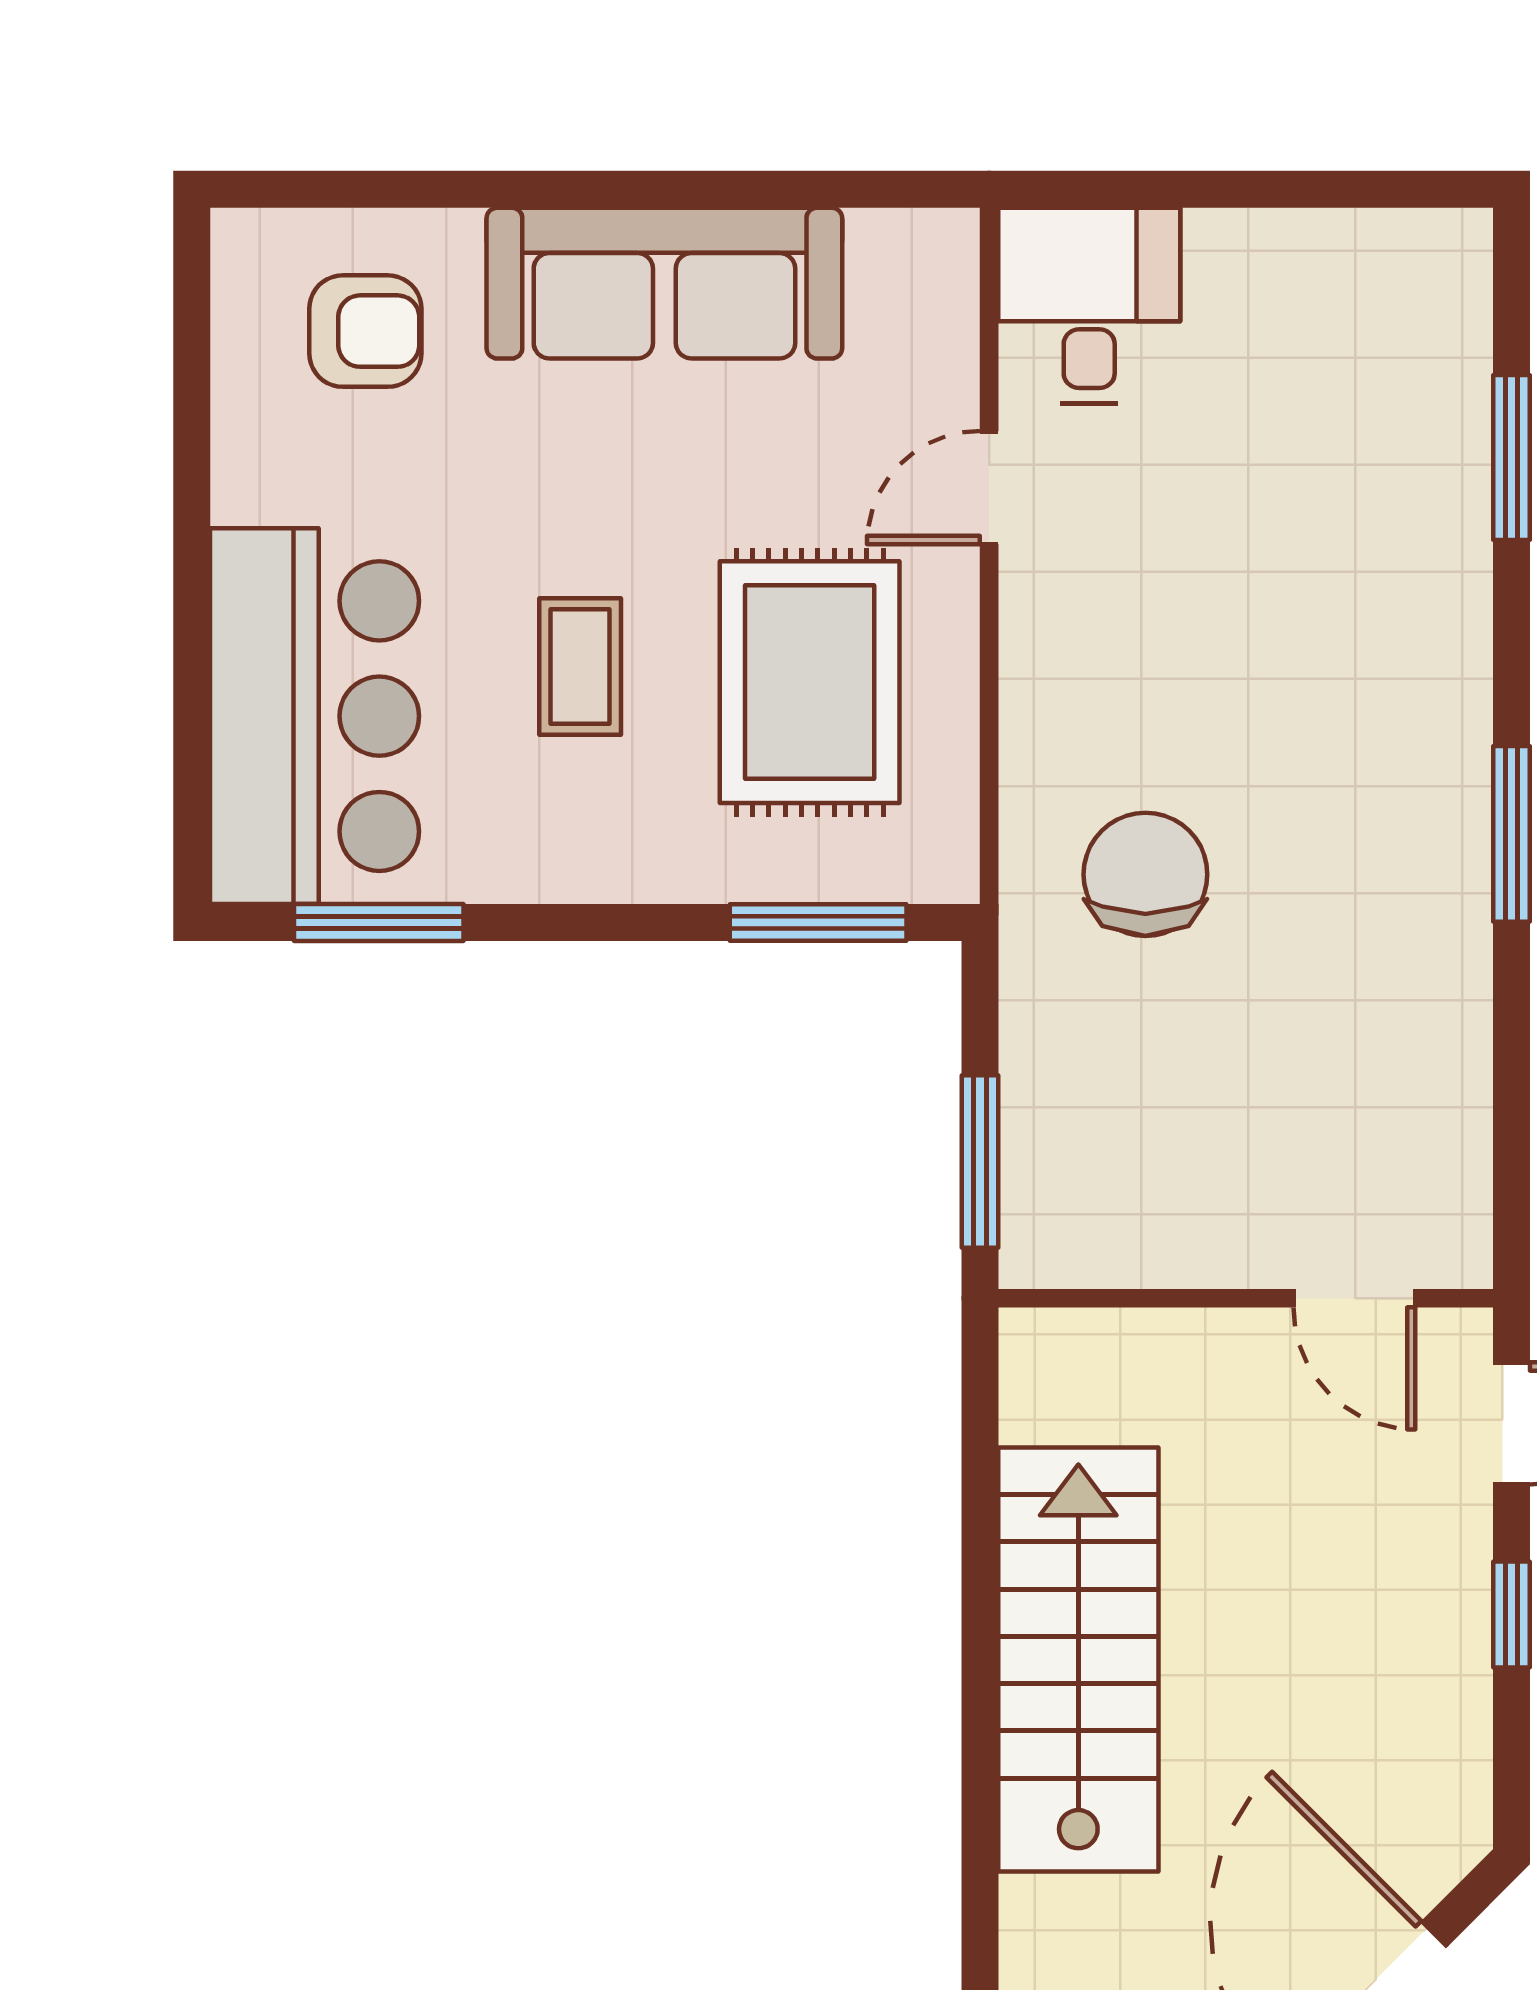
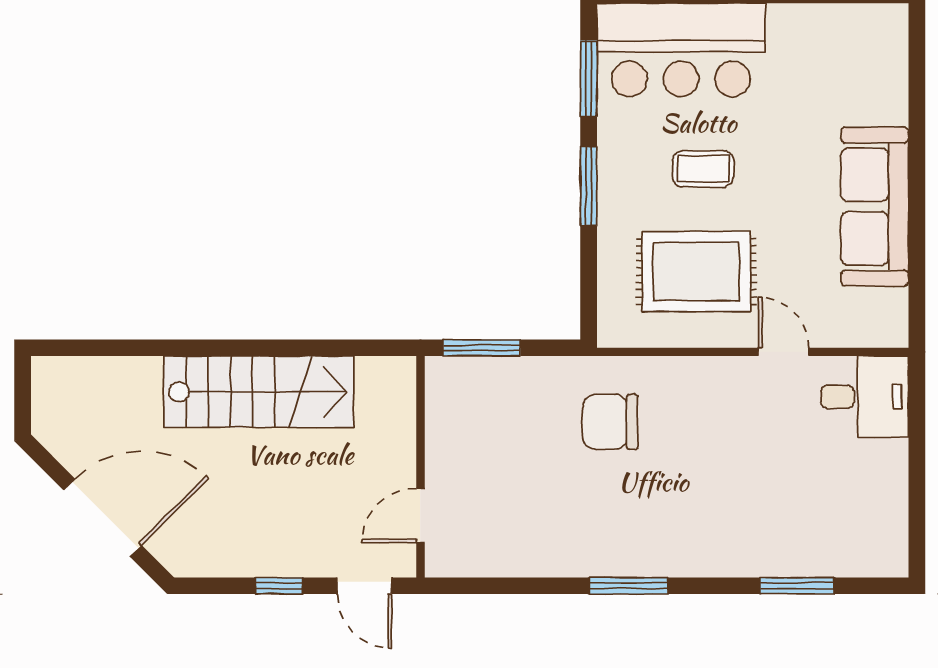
armchair: (365, 331) -> (853, 73), removed
chair: (1145, 874) -> (610, 422), turned 180
window: (818, 922) -> (589, 186), moved

